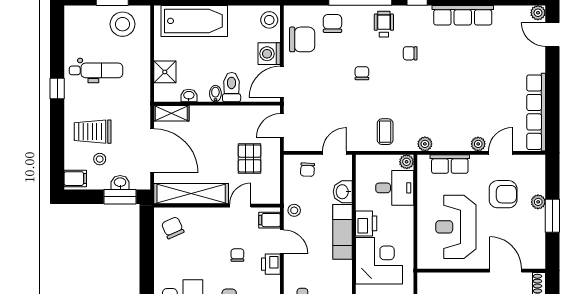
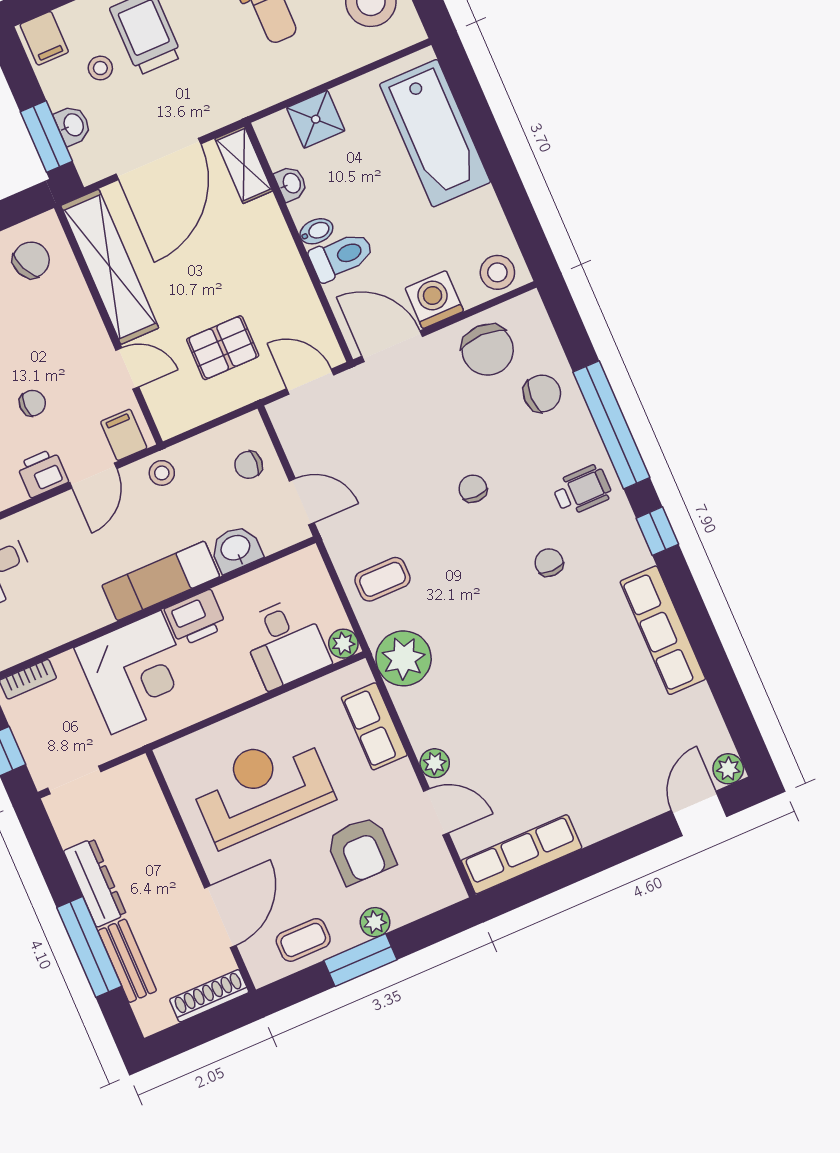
chair: (362, 73) -> (473, 489), turned -90
row of seats: (536, 112) -> (522, 854), width x0.73
plant: (425, 144) -> (404, 658), width x1.88, depth x1.88
coffee table: (532, 238) -> (303, 940), added

